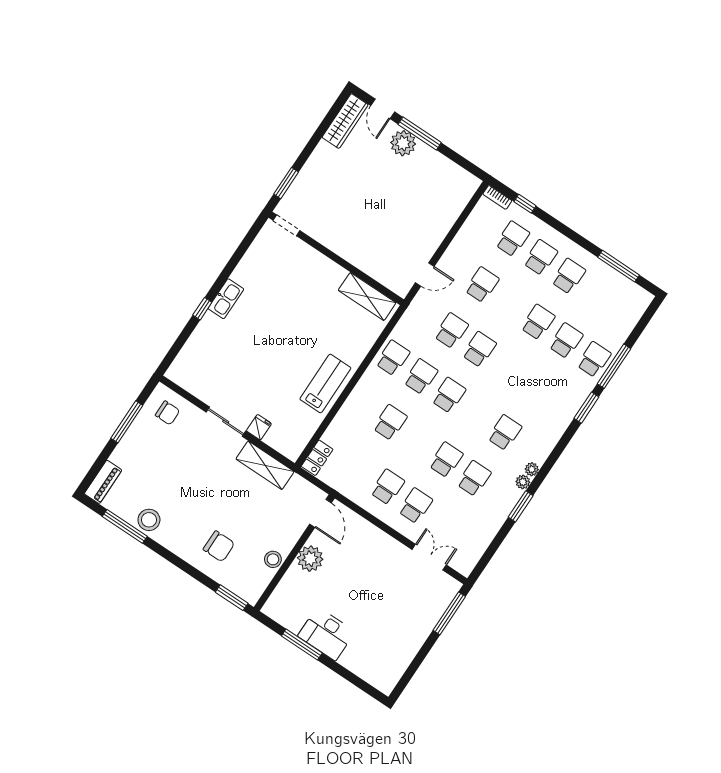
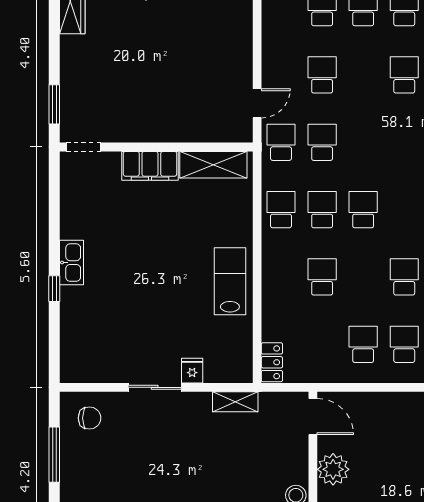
filing cabinet: (323, 268) -> (150, 166), added
school desk: (479, 349) -> (281, 142), moved
shelving: (265, 465) -> (235, 402), width x0.67, depth x0.75

